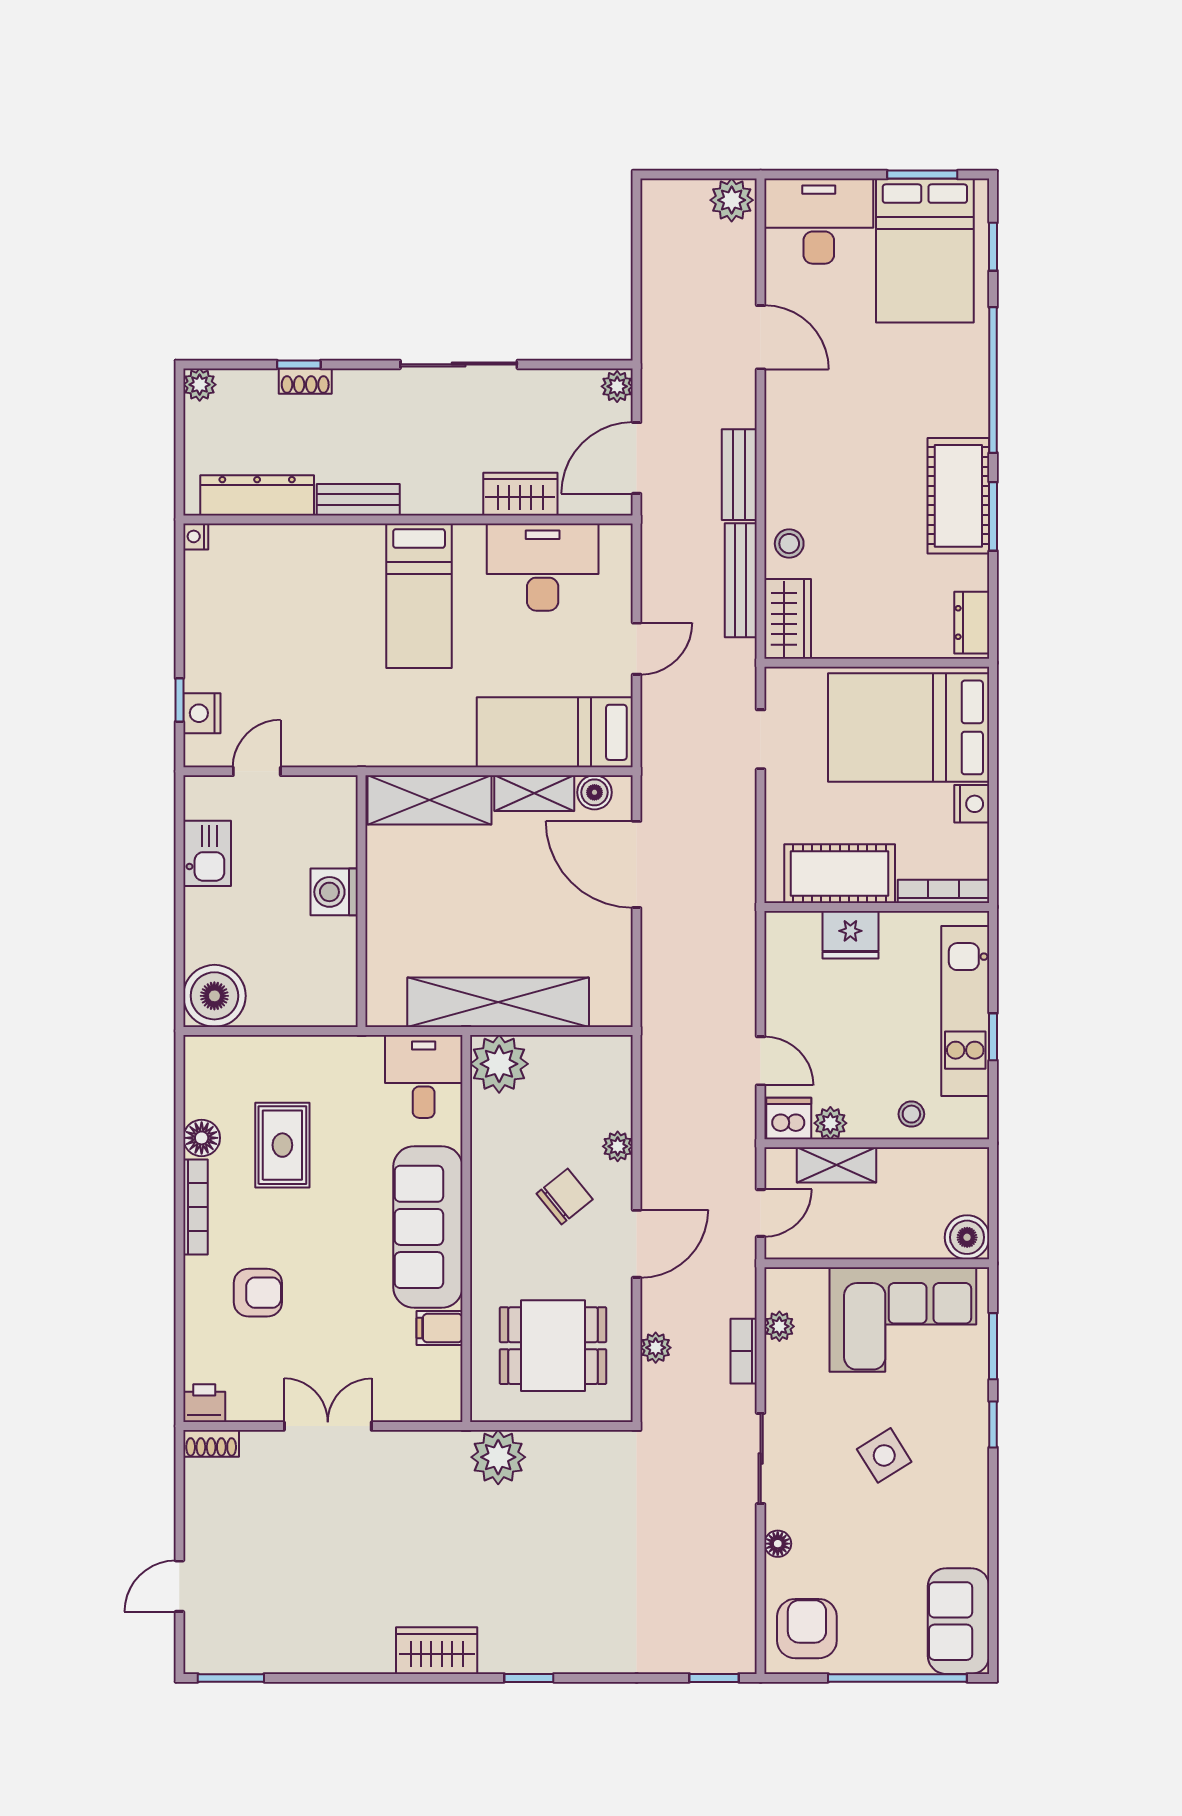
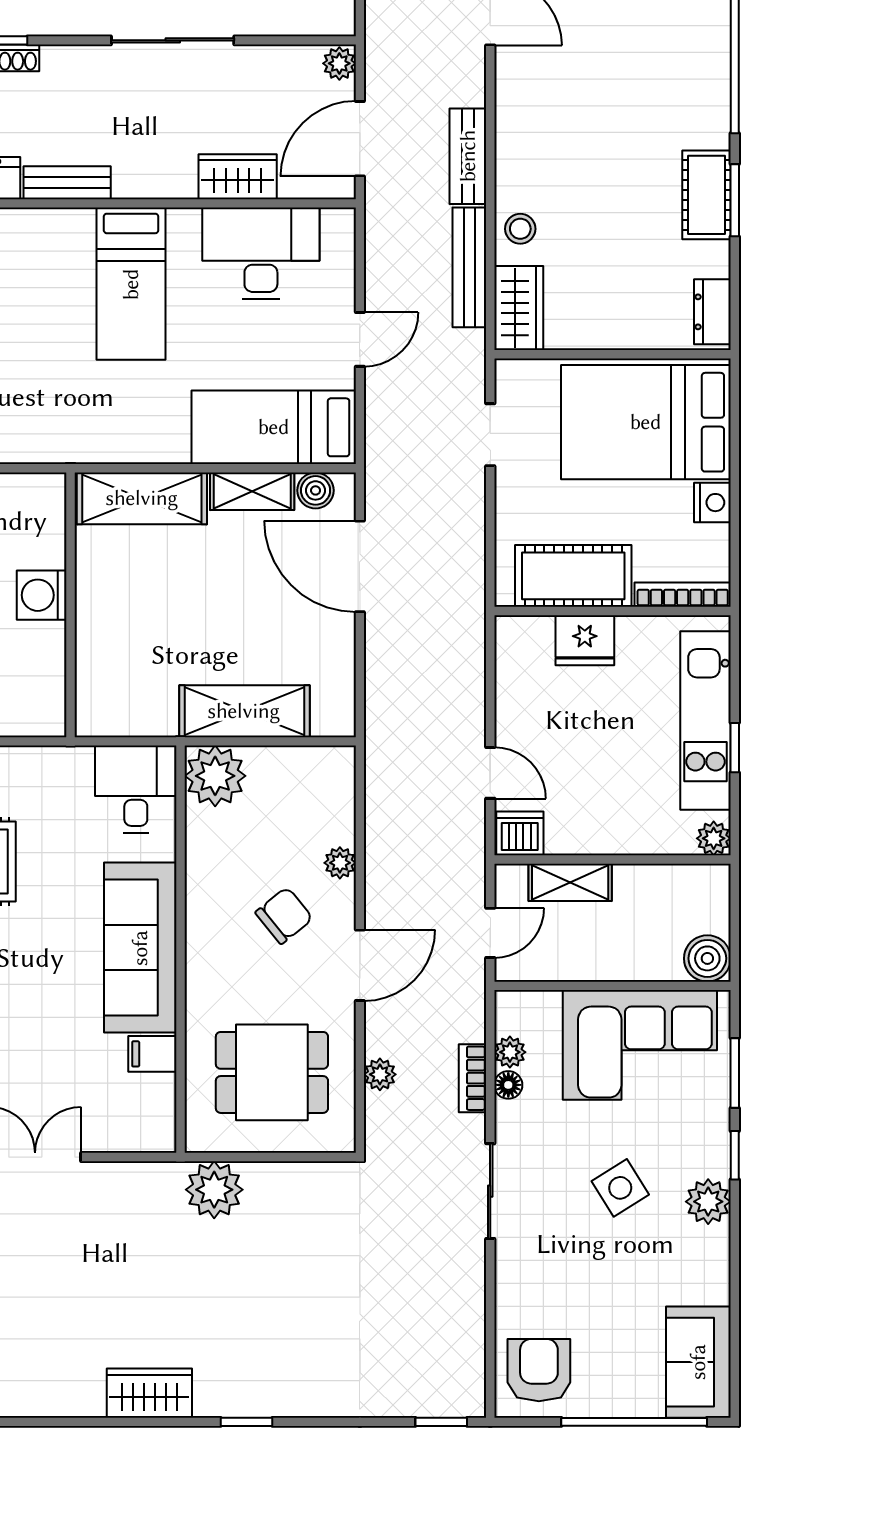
cot: (958, 496) -> (706, 195), width x0.73, depth x0.75
shelving: (498, 1002) -> (244, 711), width x0.68
stool: (911, 1114) -> (649, 829), removed
plant: (830, 1123) -> (714, 838), moved
plant: (968, 1468) -> (708, 1202), added
floor lamp: (778, 1544) -> (508, 1085), moved

